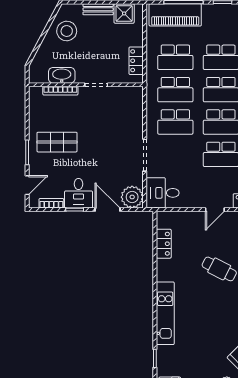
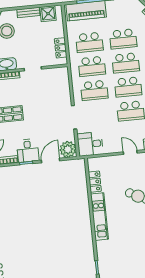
door: (107, 210) -> (51, 160), hinge flipped
door: (215, 210) -> (130, 152), swing flipped
kitchen unit: (165, 313) -> (99, 217), moved

